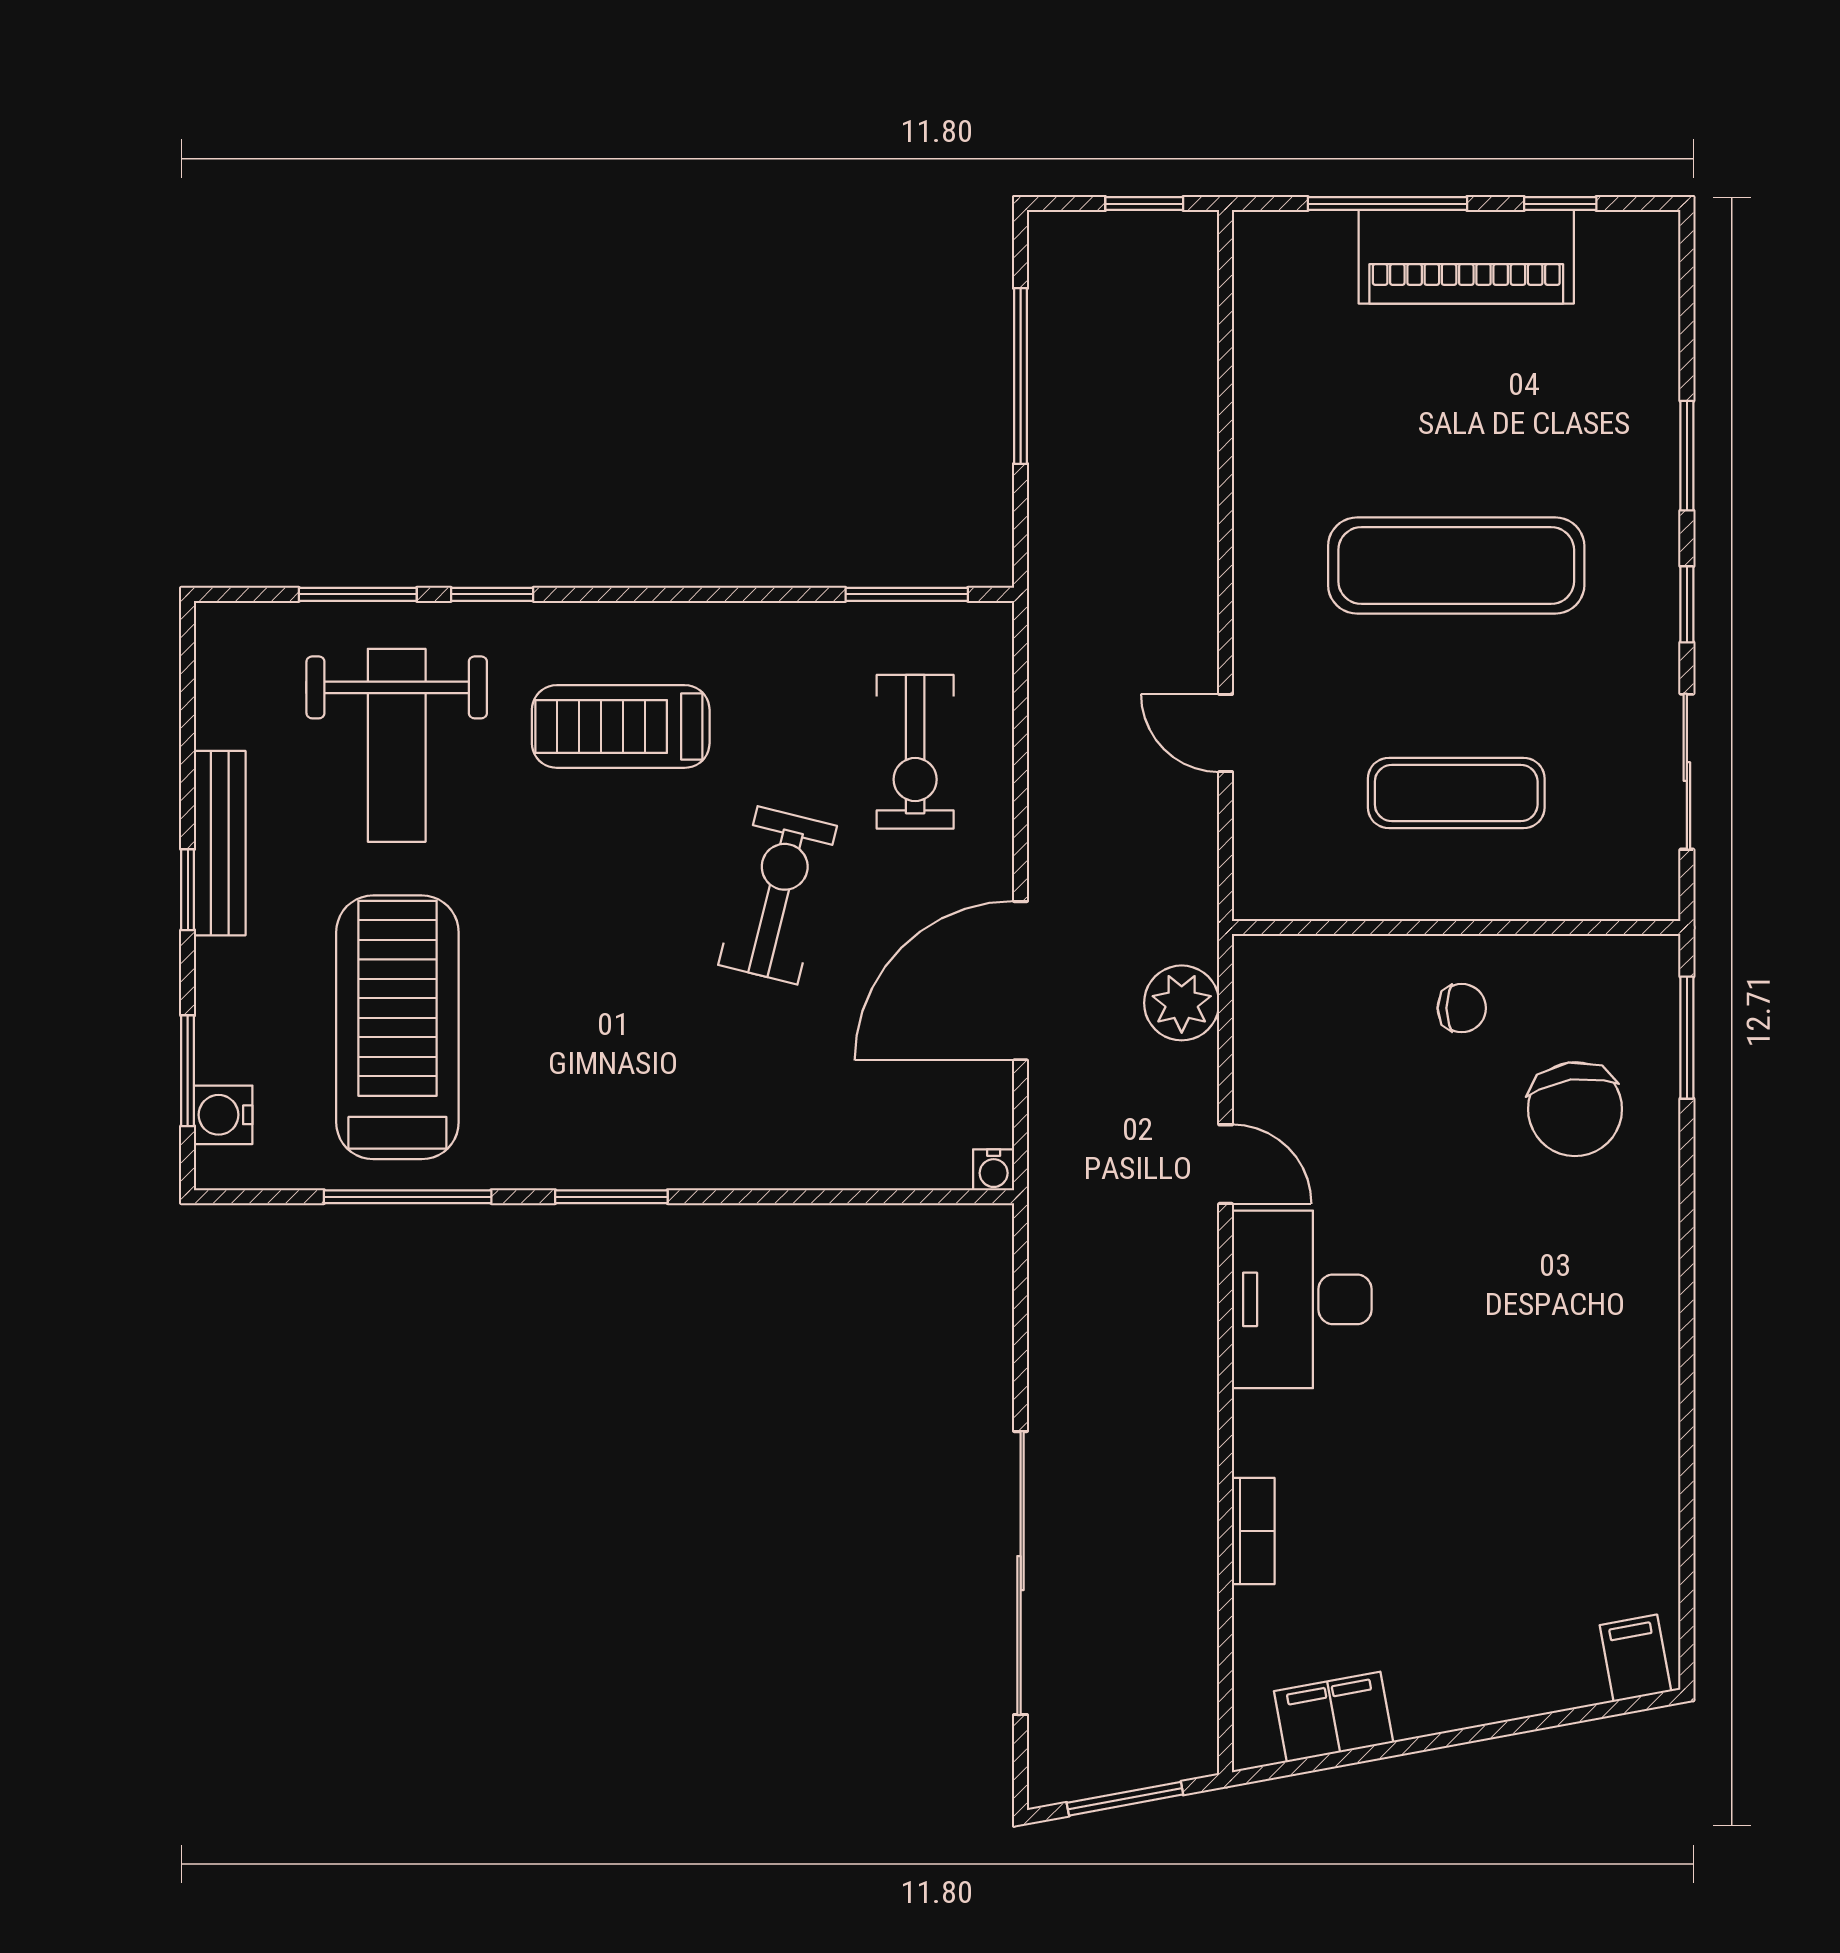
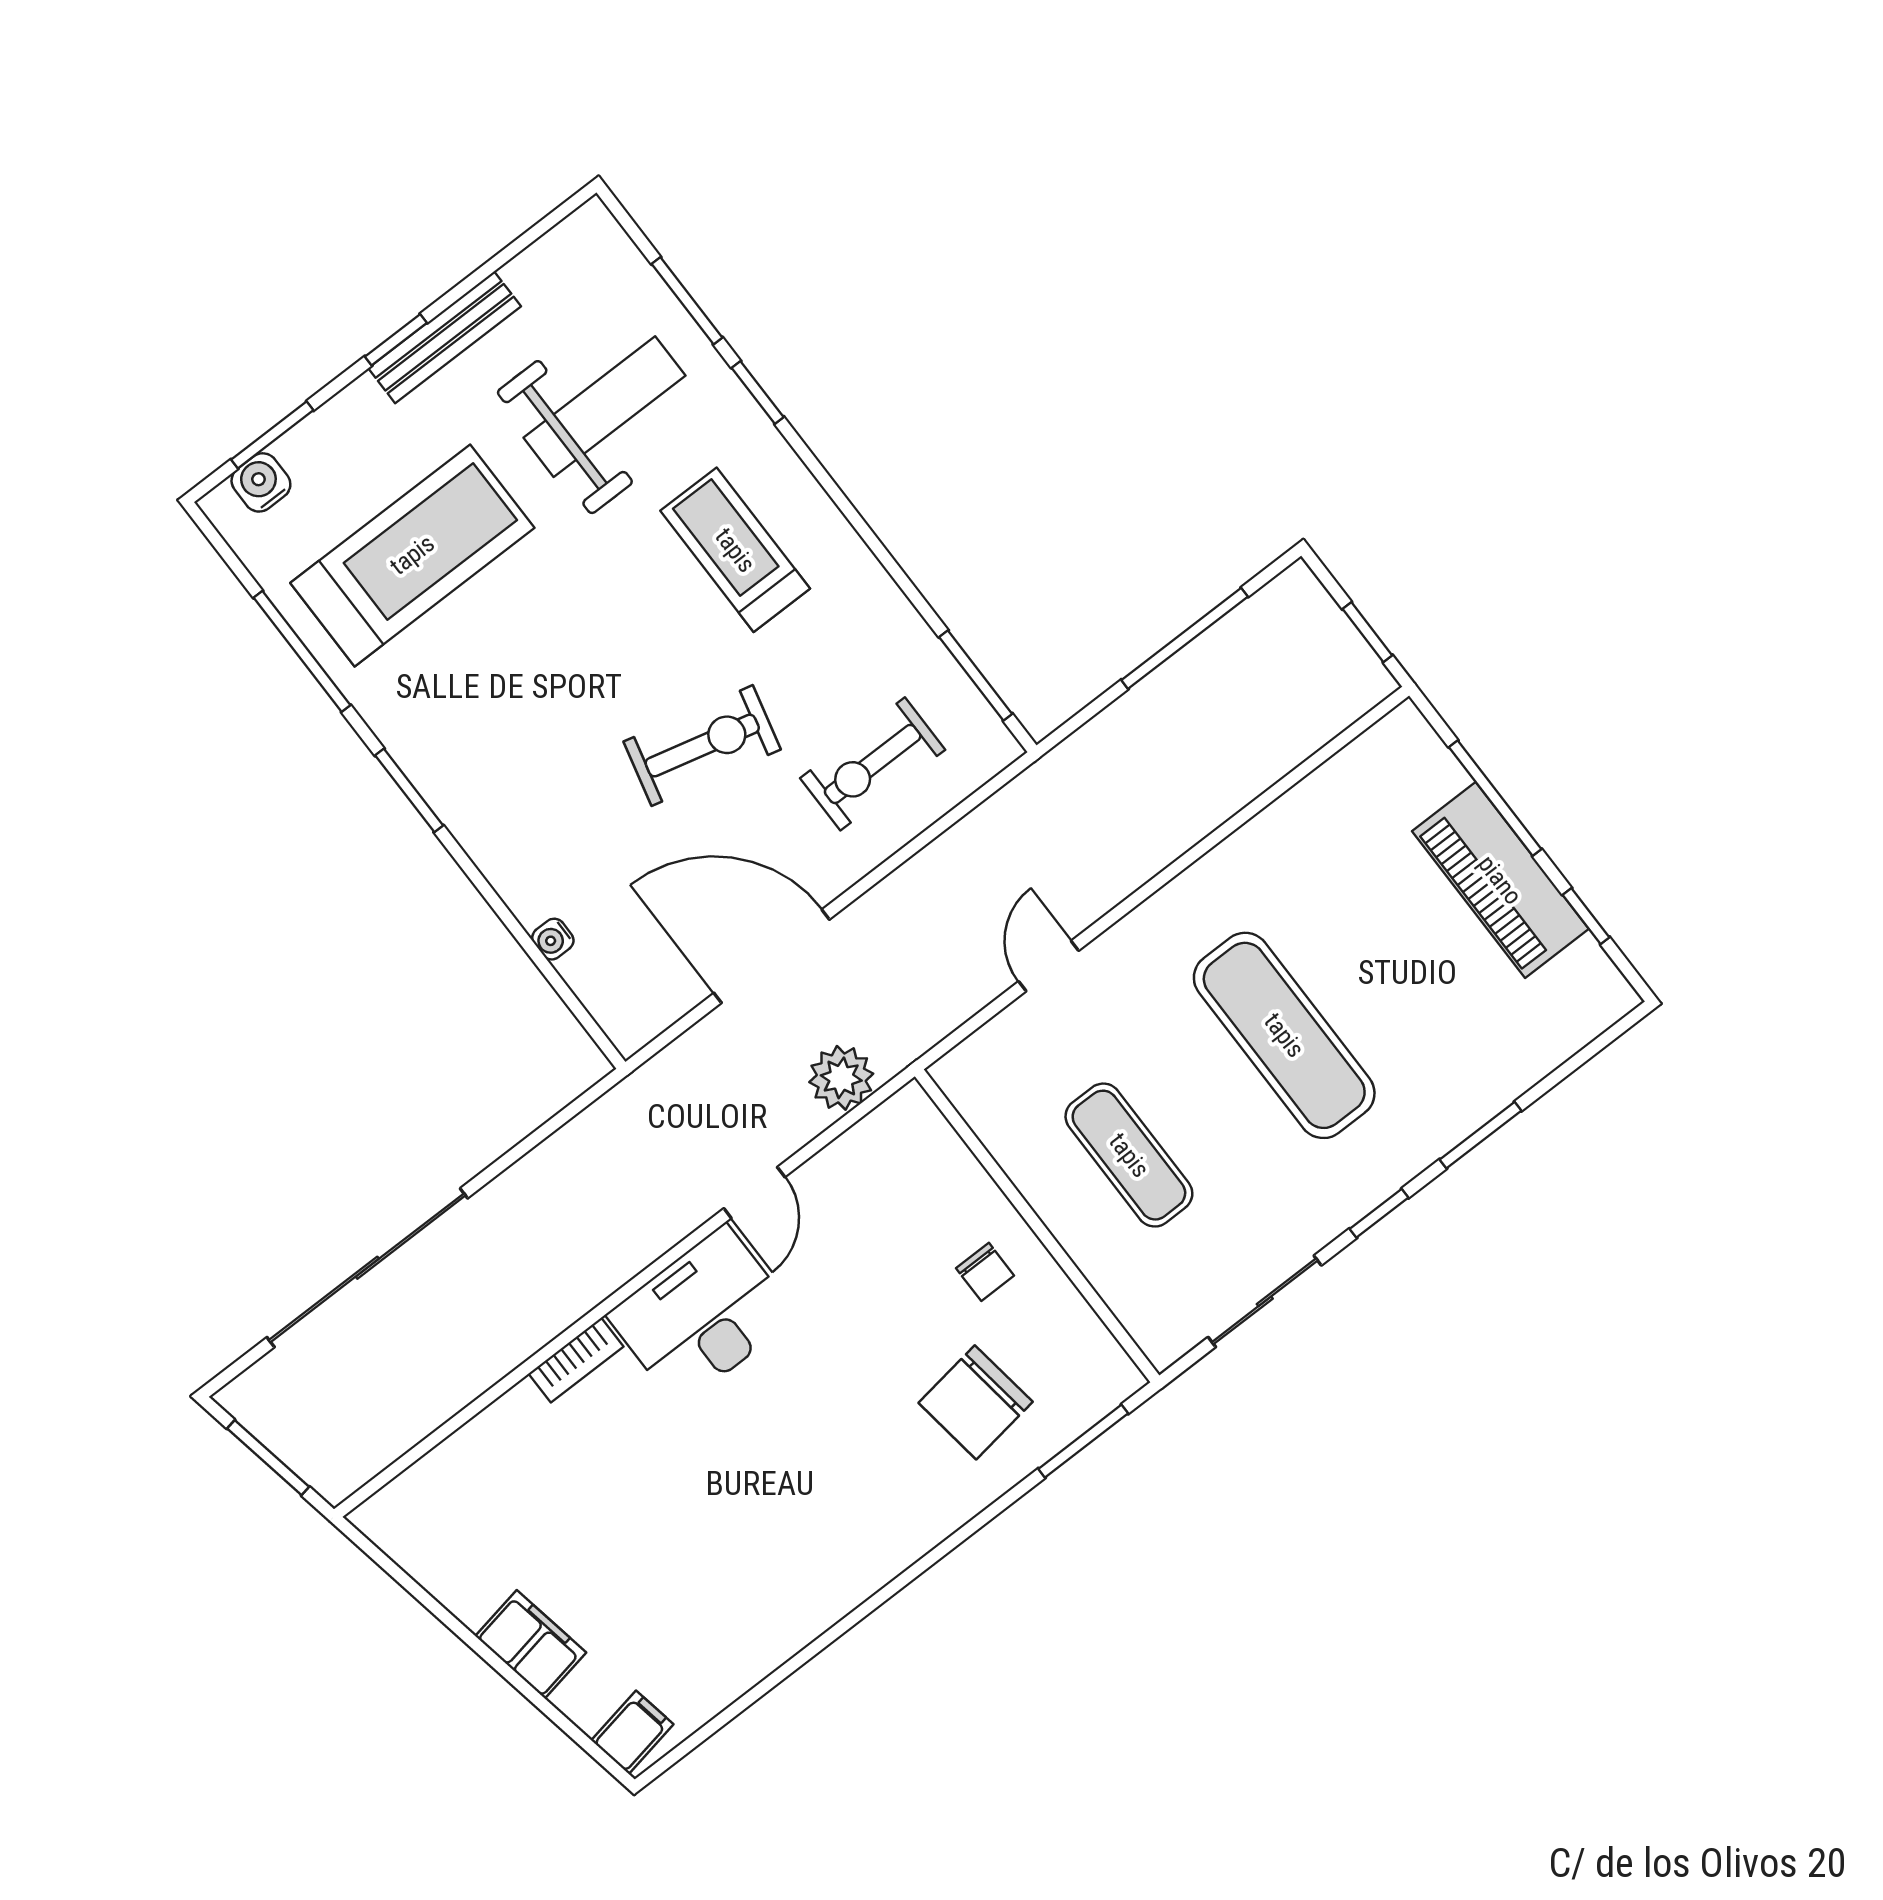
weight bench: (397, 745) -> (604, 407), turned 180
water cooler: (994, 1170) -> (553, 939), moved
bookcase: (1253, 1531) -> (576, 1360), moved
filing cabinet: (1334, 1717) -> (531, 1644), moved

